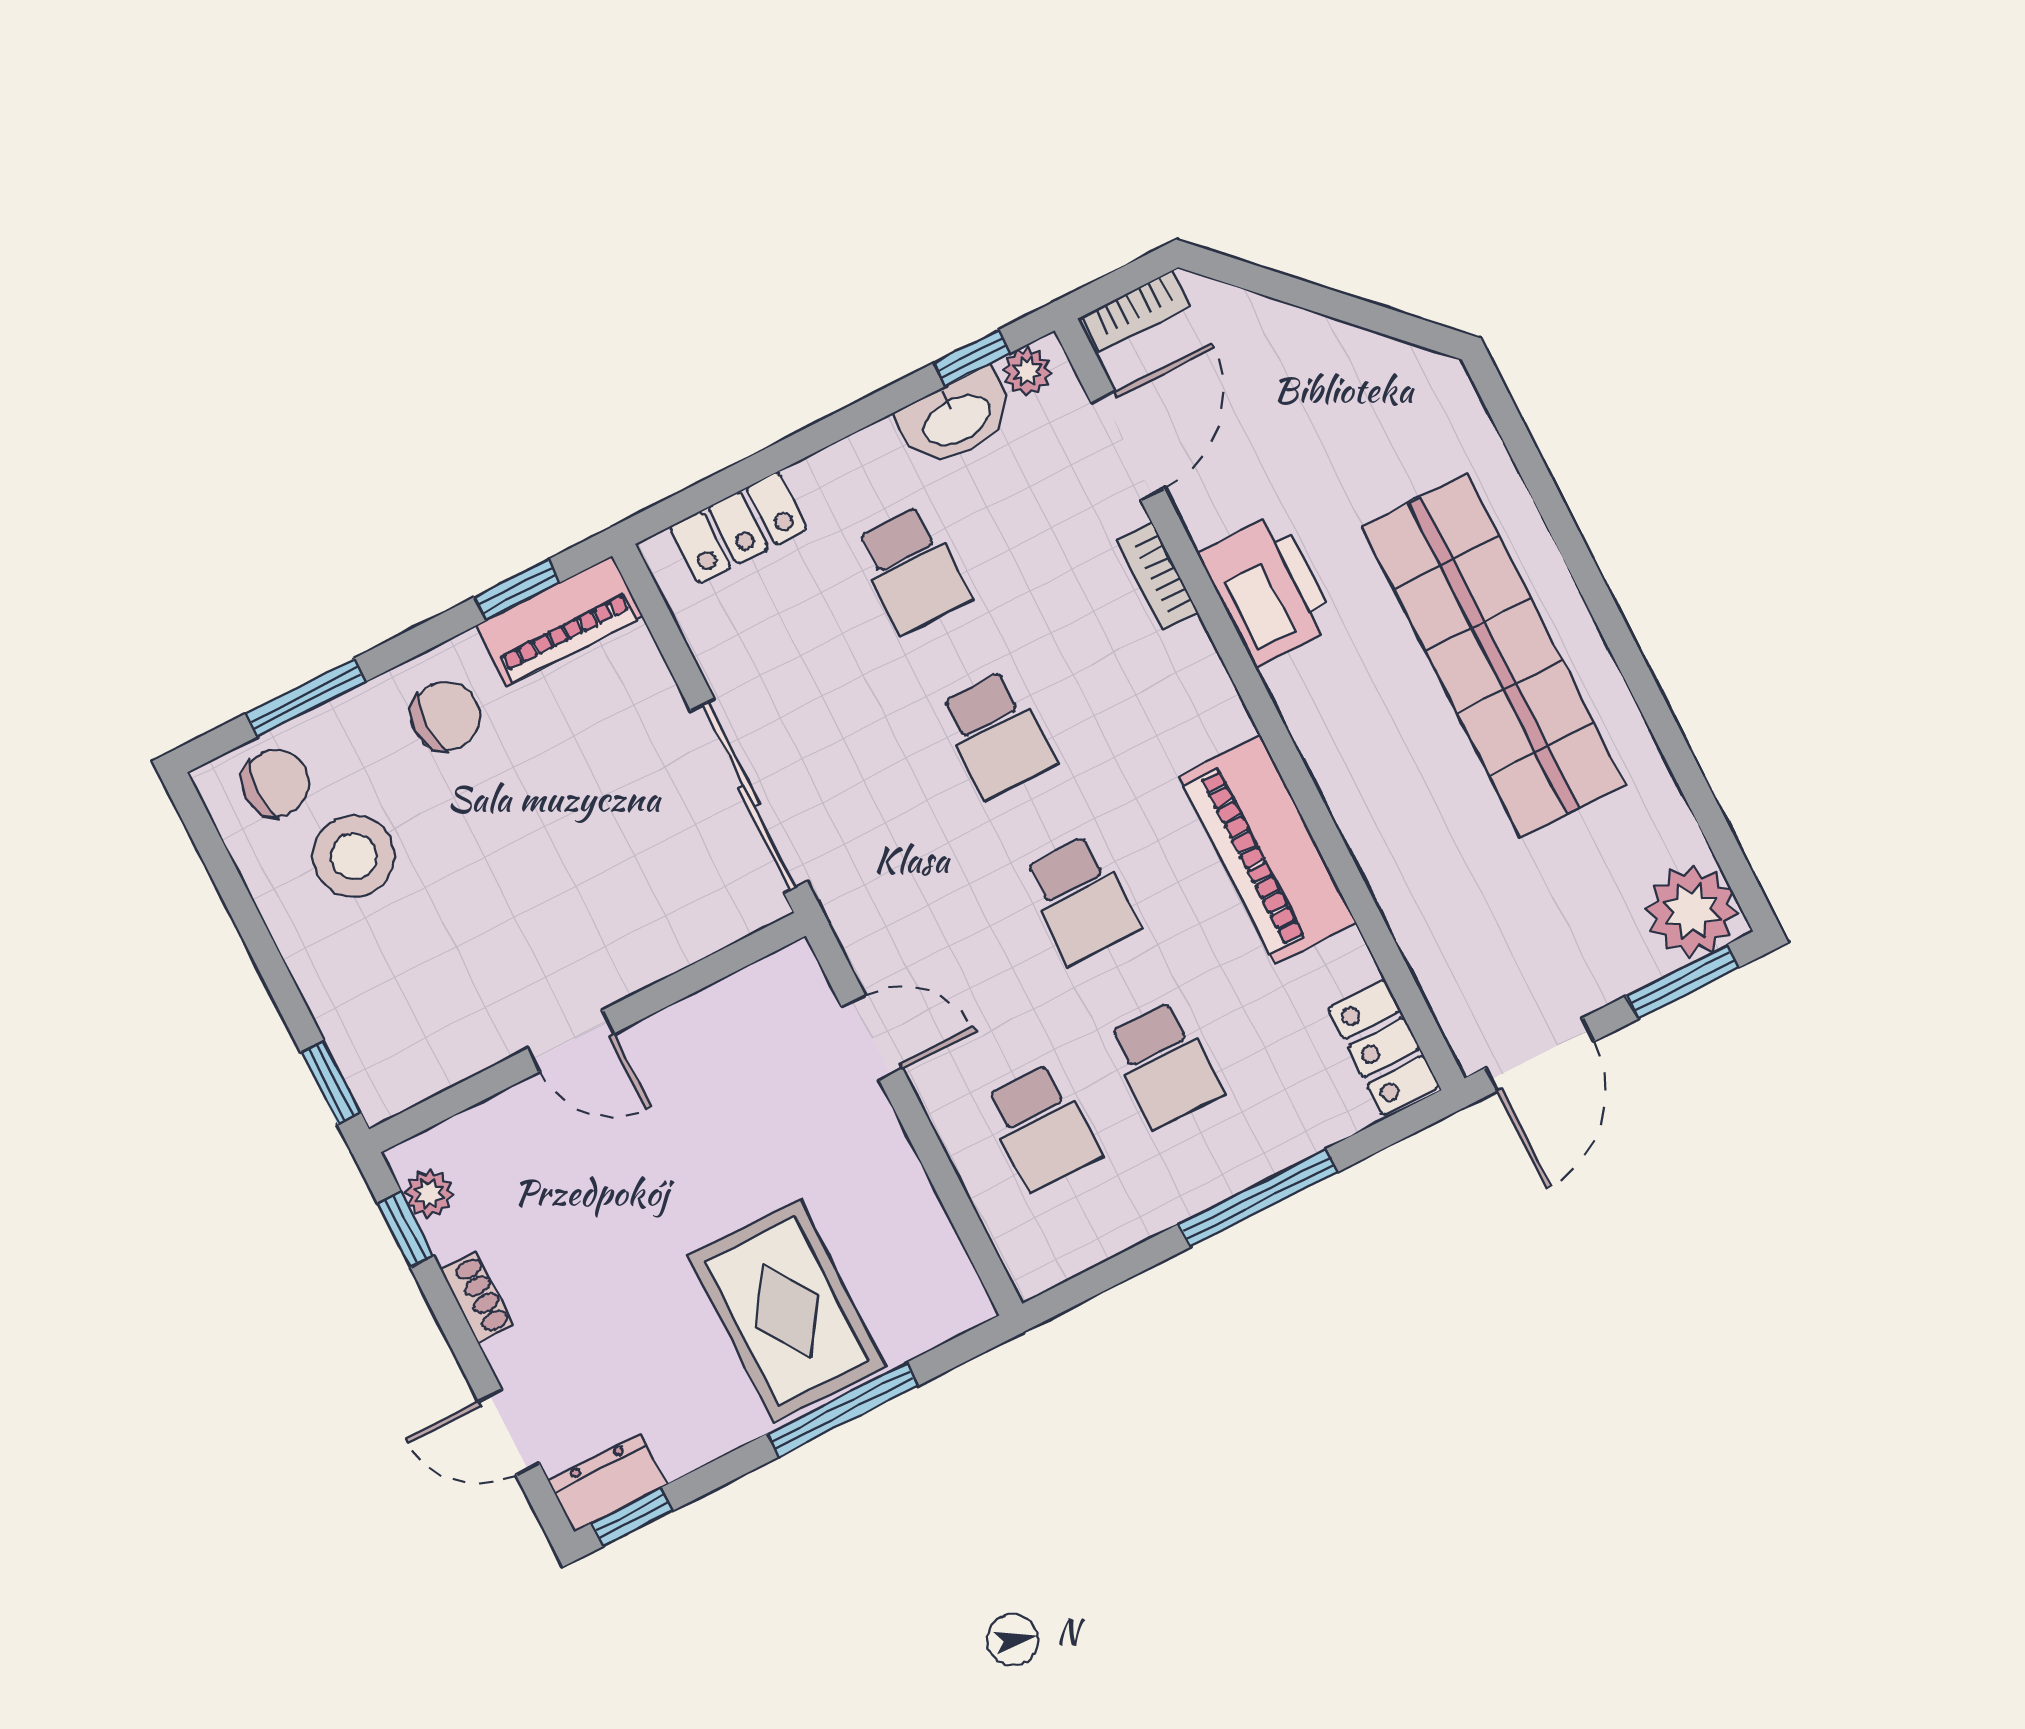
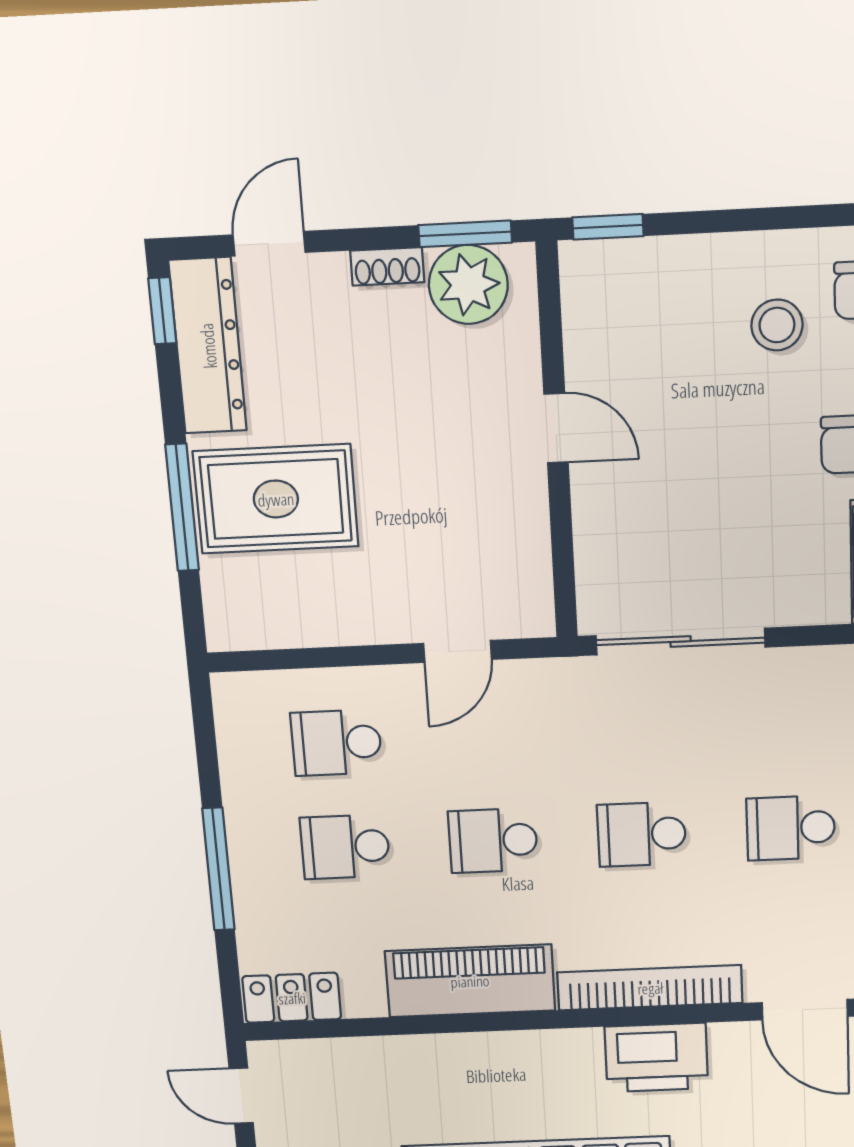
bookcase: (1157, 576) -> (650, 988), width x2.31, depth x1.31
stool: (354, 856) -> (777, 325), width x0.73, depth x0.73
door: (571, 1041) -> (556, 428), swing flipped
door: (1540, 1055) -> (241, 1096), width x0.73
plant: (429, 1194) -> (468, 285), width x1.87, depth x1.87
window: (406, 1230) -> (465, 234), width x1.50
dresser: (607, 1482) -> (208, 346), width x1.96, depth x1.24

